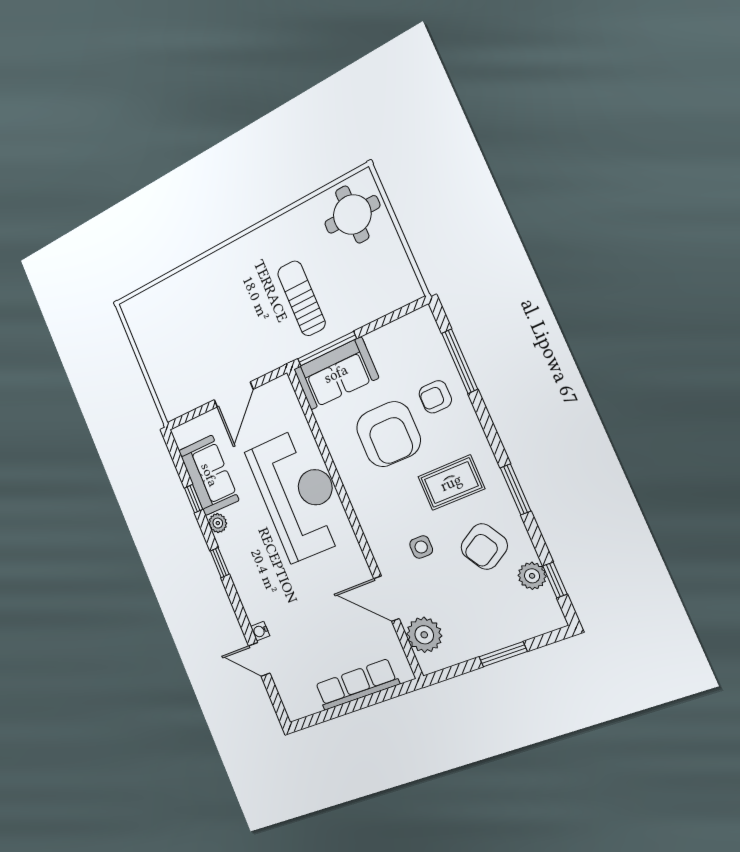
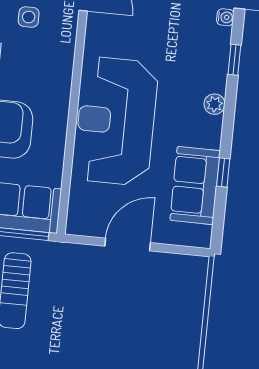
plant: (218, 523) -> (214, 104), moved
window: (220, 563) -> (234, 60), moved

